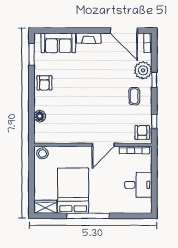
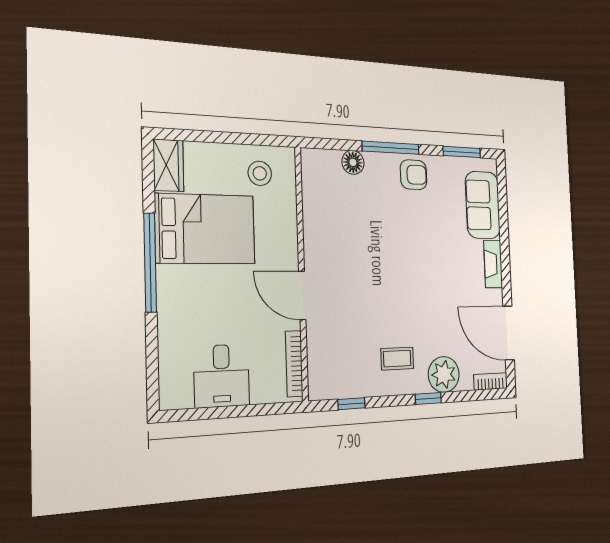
door: (124, 31) -> (509, 333), hinge flipped
armchair: (44, 83) -> (414, 175), turned 180
window: (32, 95) -> (391, 148), added
armchair: (142, 132) -> (329, 379), removed
stool: (42, 153) -> (260, 173), moved

